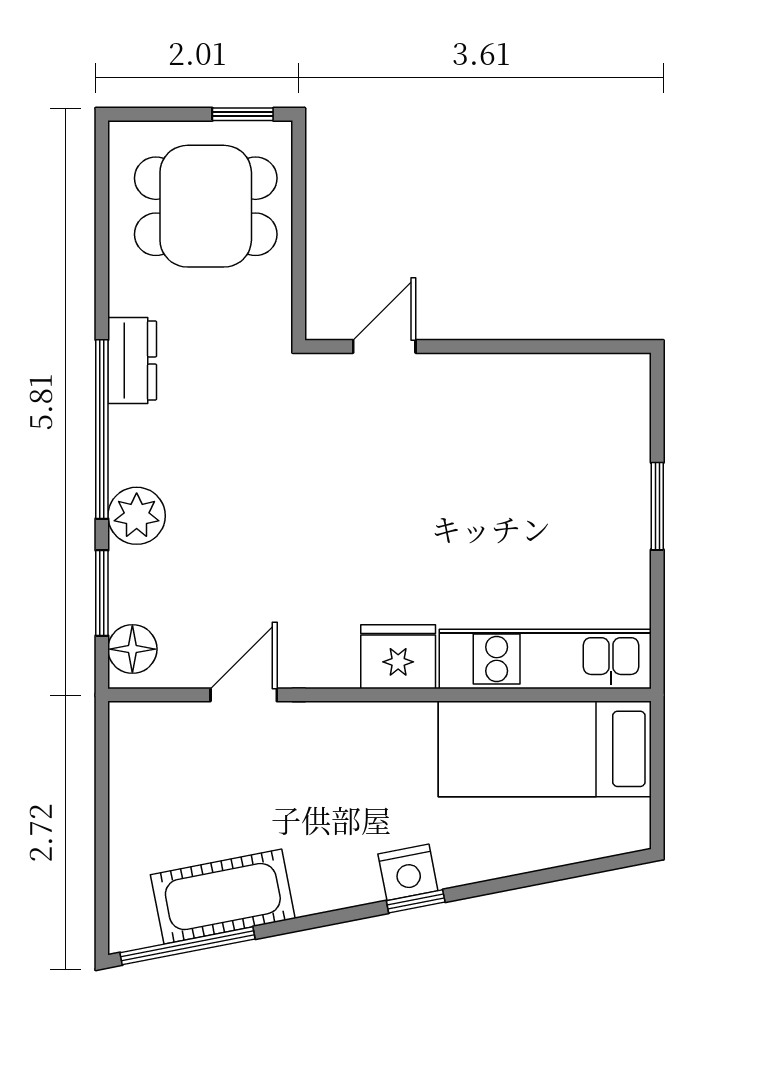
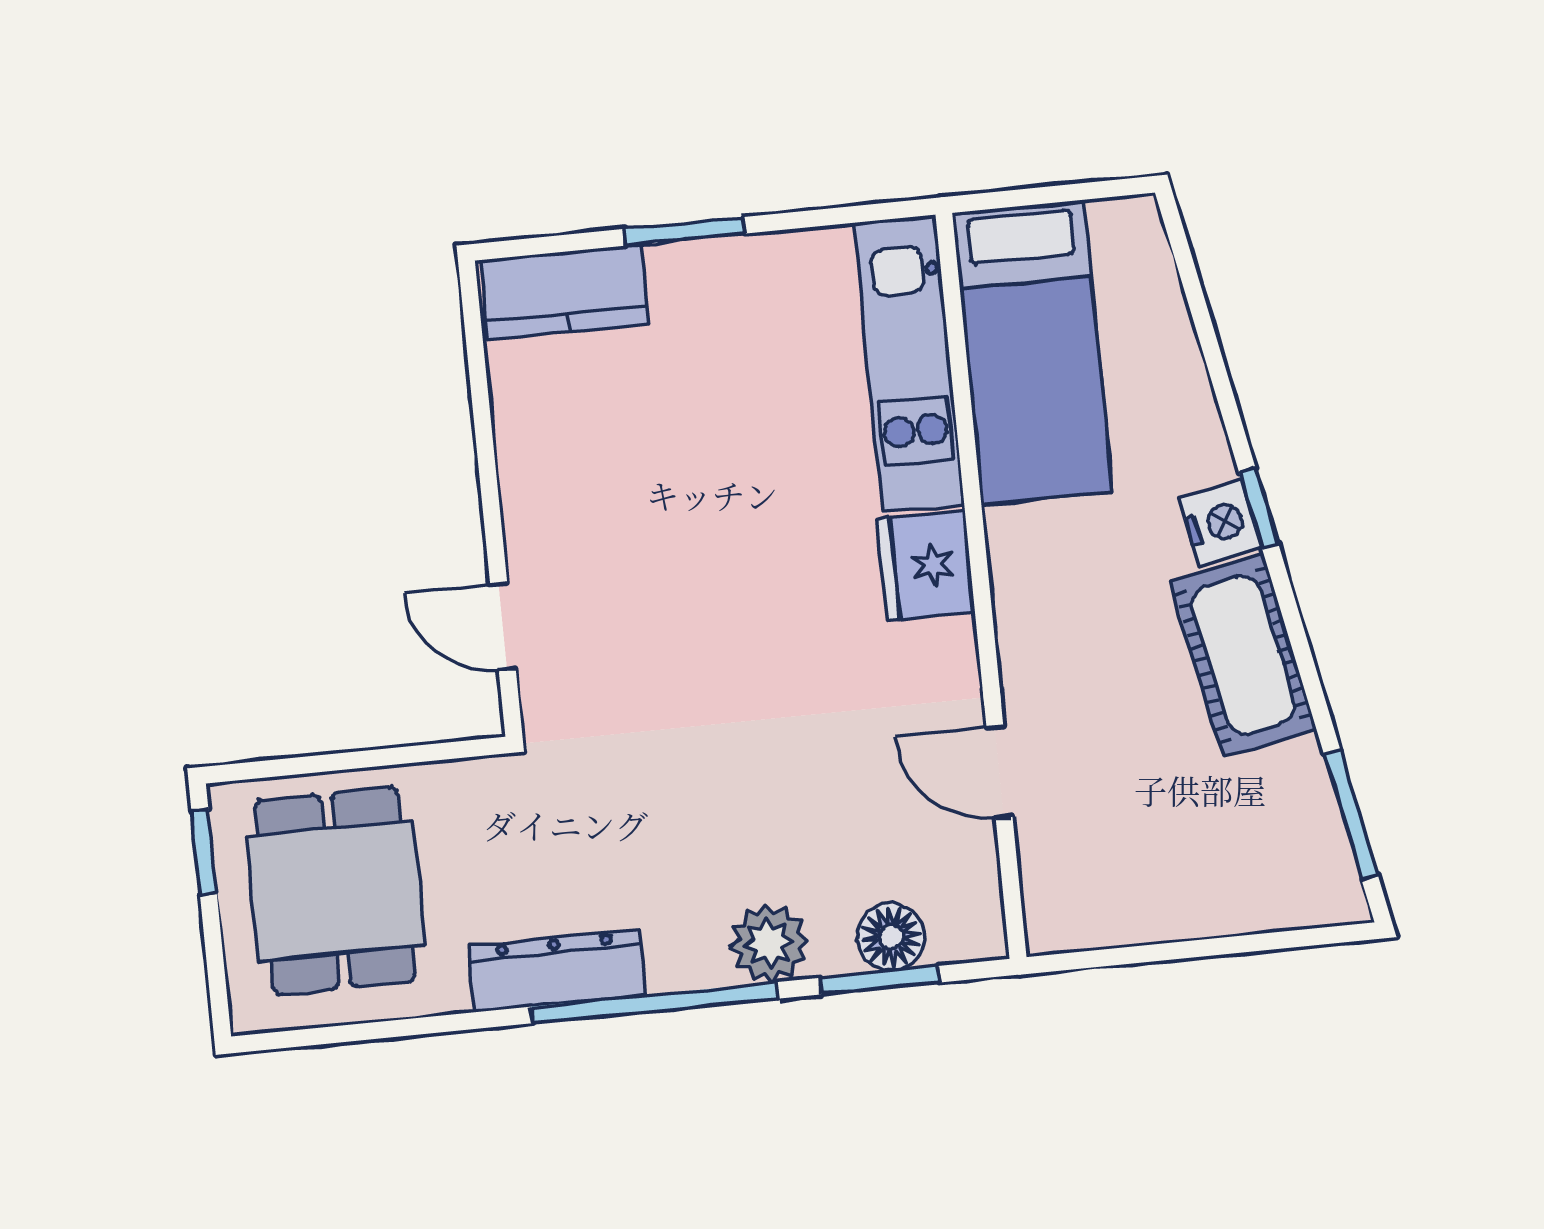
dresser: (132, 361) -> (557, 971), width x1.44
kitchen counter: (622, 415) -> (565, 292), added
floor lamp: (132, 649) -> (891, 937), moved
cot: (223, 897) -> (1243, 655), moved
window: (188, 946) -> (1351, 815), width x0.69

